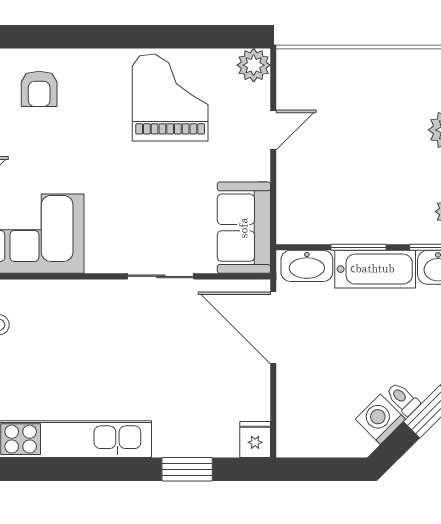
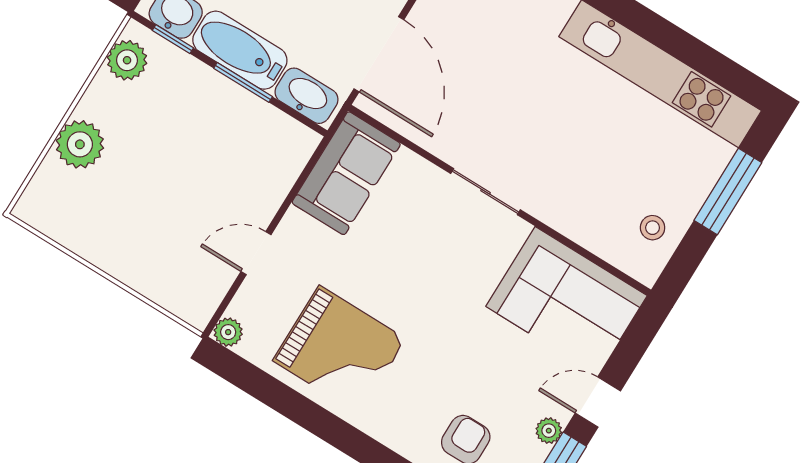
plant: (254, 65) -> (228, 332), width x0.73, depth x0.73
grand piano: (170, 97) -> (339, 350), turned -90
sliding door: (161, 276) -> (486, 192), moved

